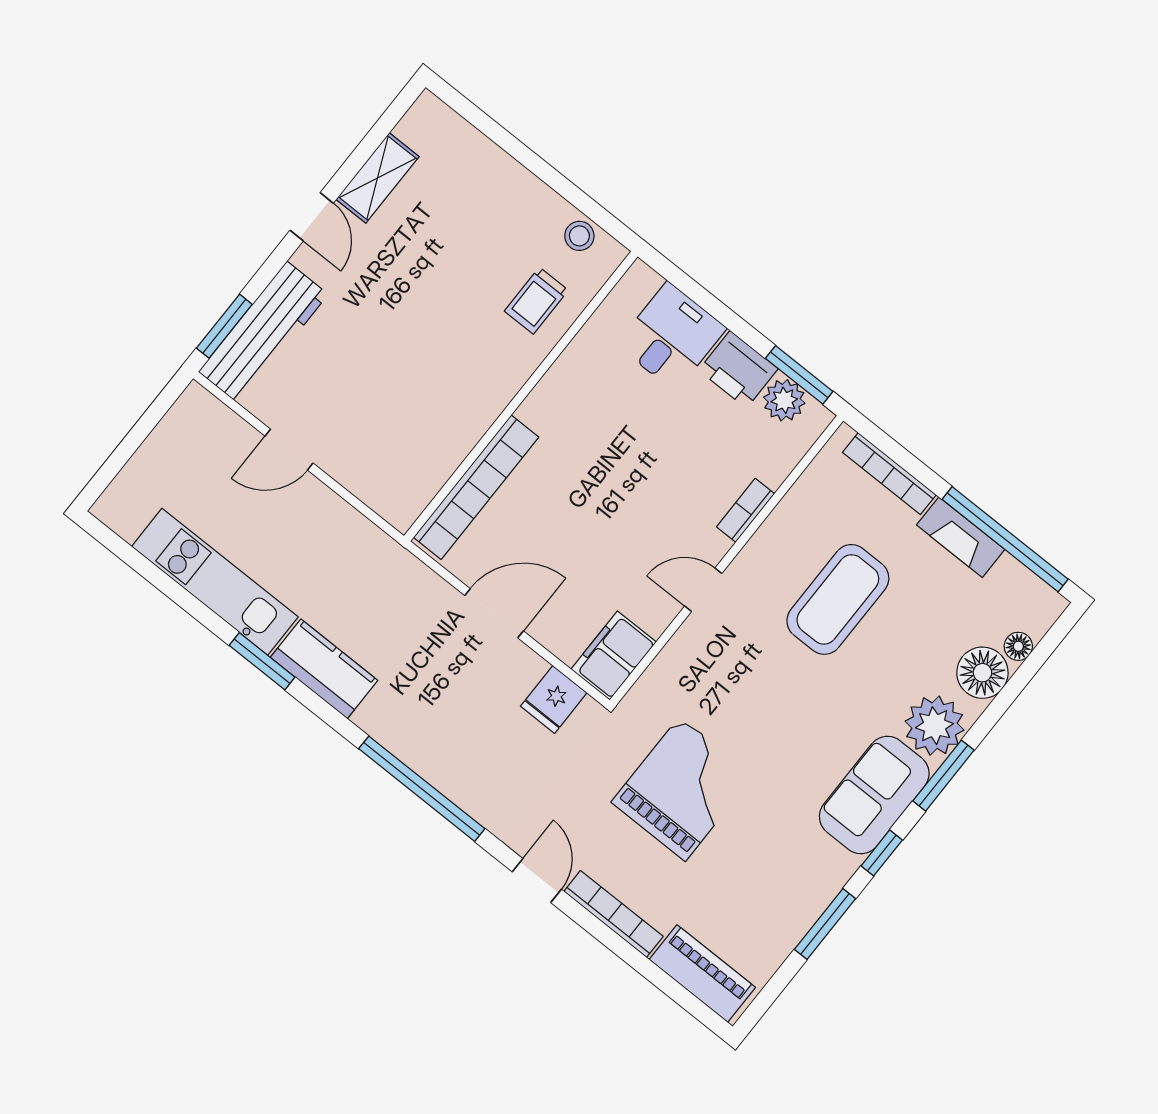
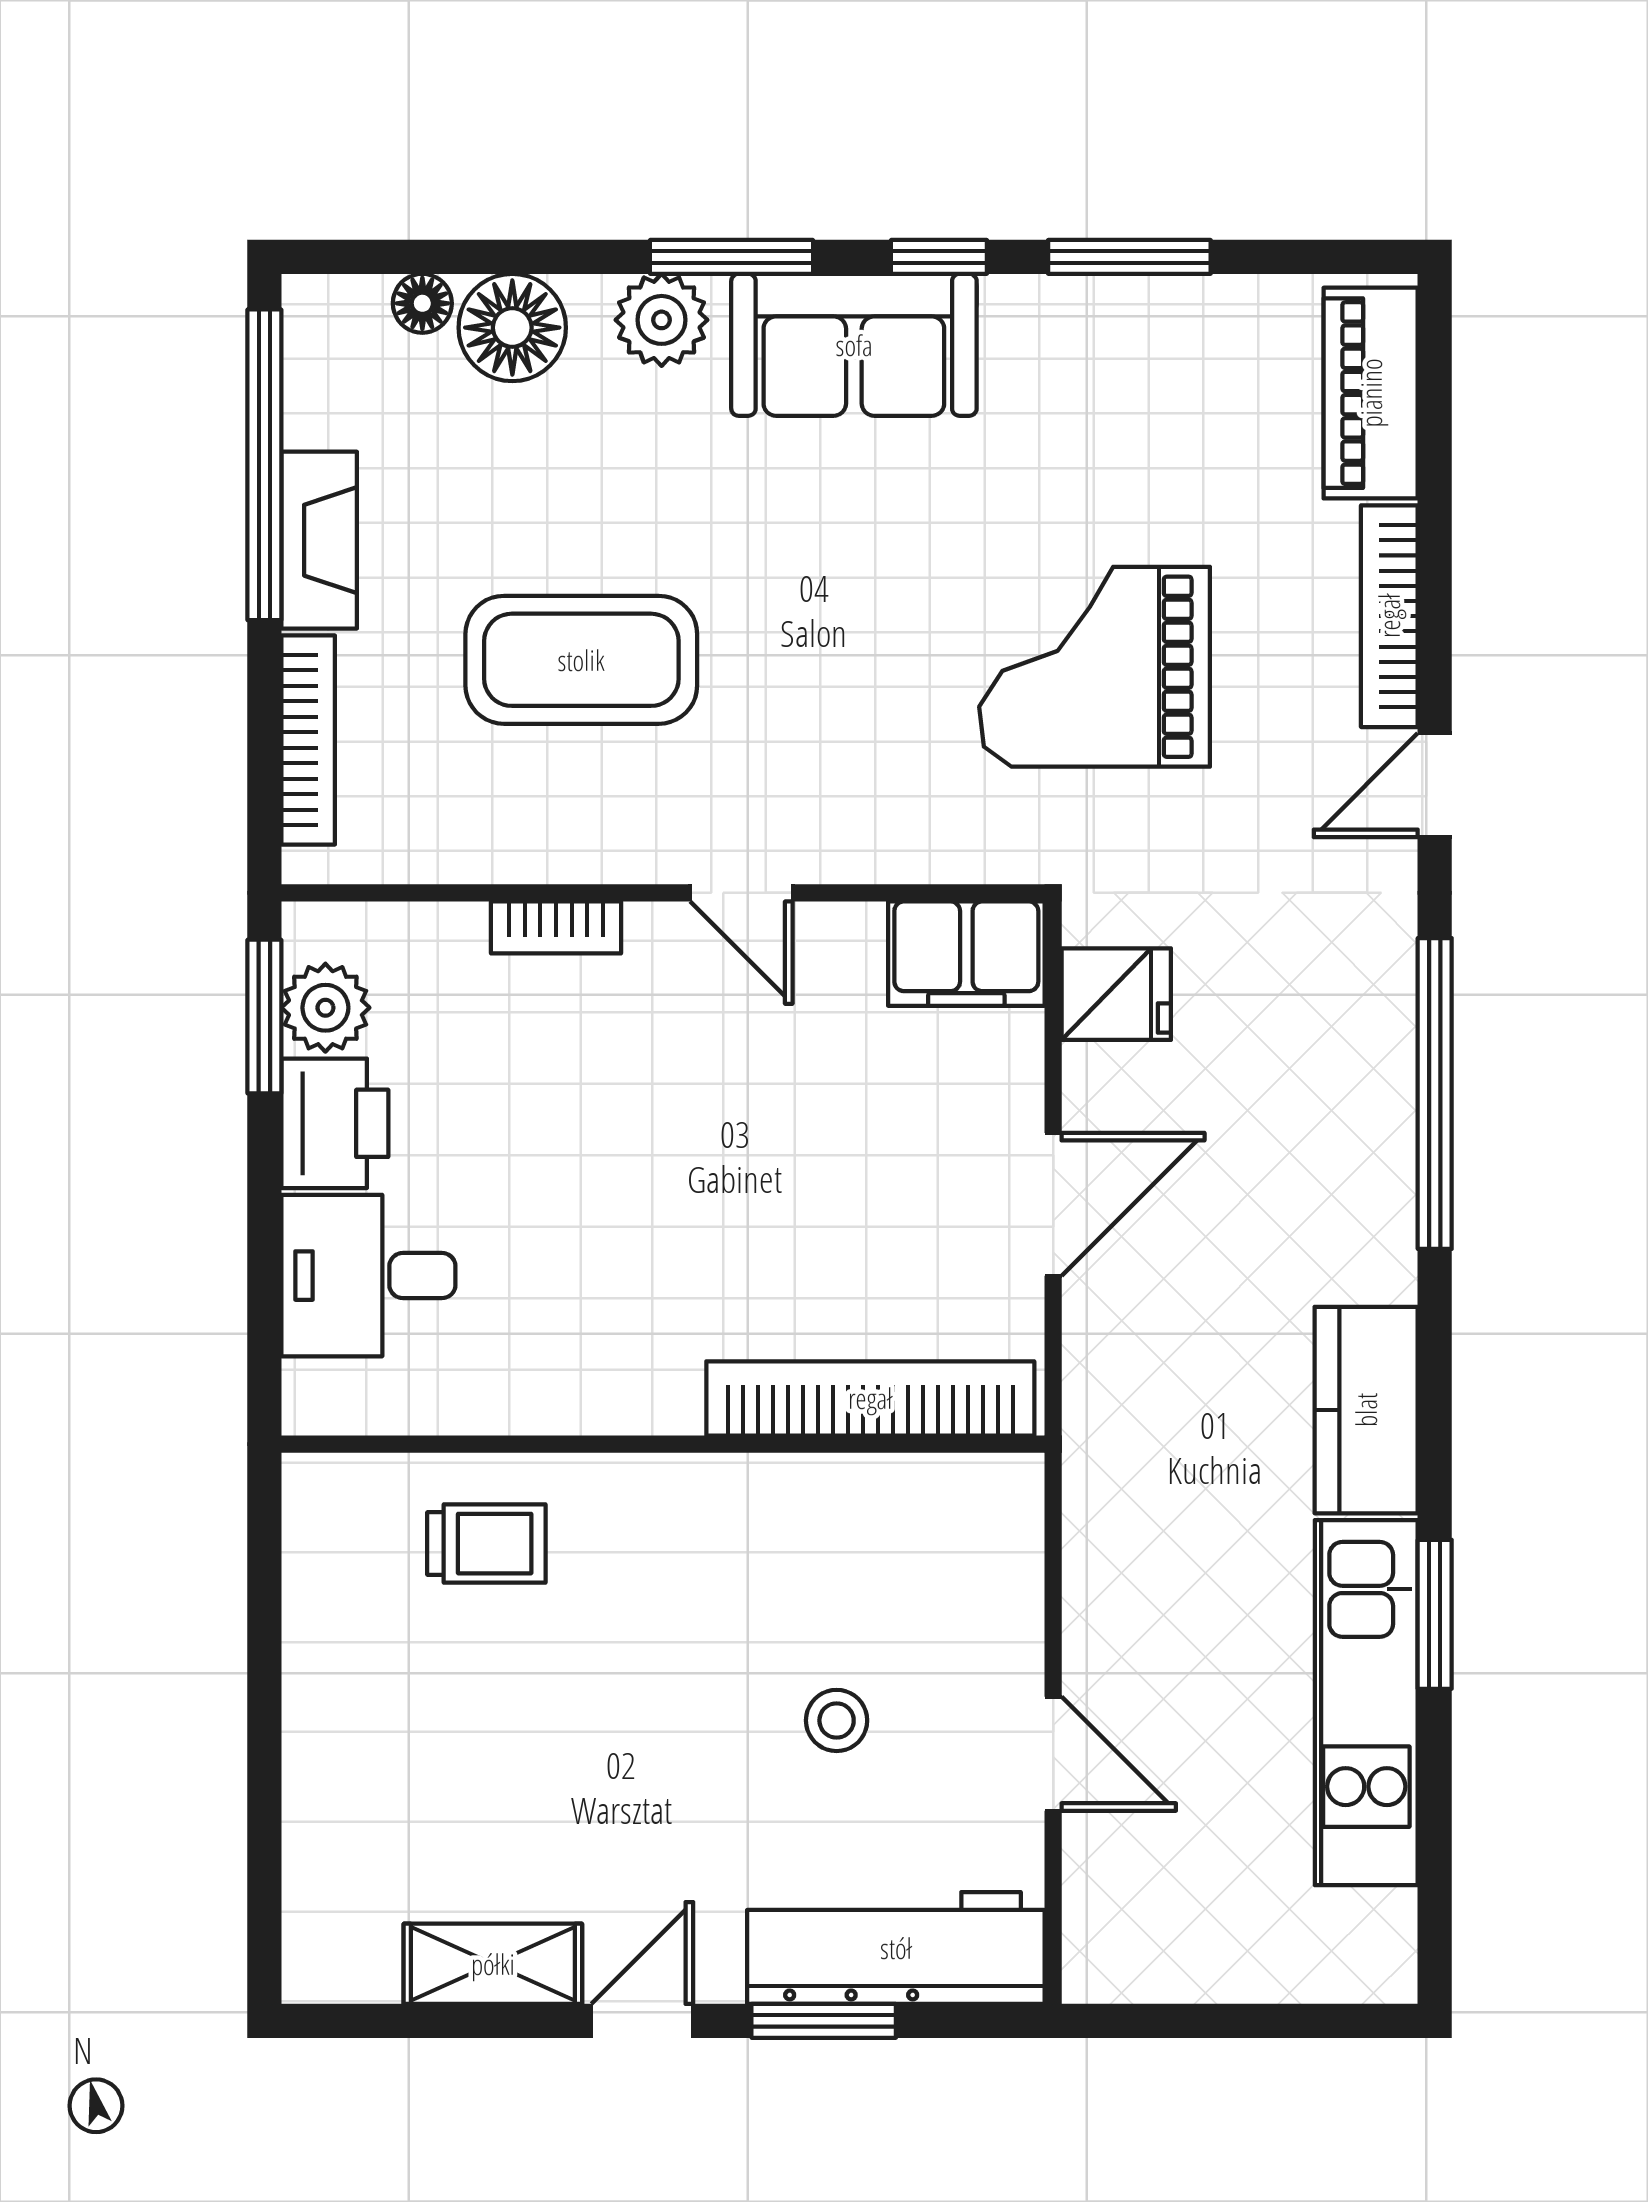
stool: (579, 236) -> (837, 1720), moved
window: (224, 326) -> (824, 2021), moved
door: (494, 613) -> (1053, 1204), swing flipped
window: (262, 661) -> (1435, 1614), moved
plant: (935, 726) -> (662, 320), width x0.73, depth x0.73

